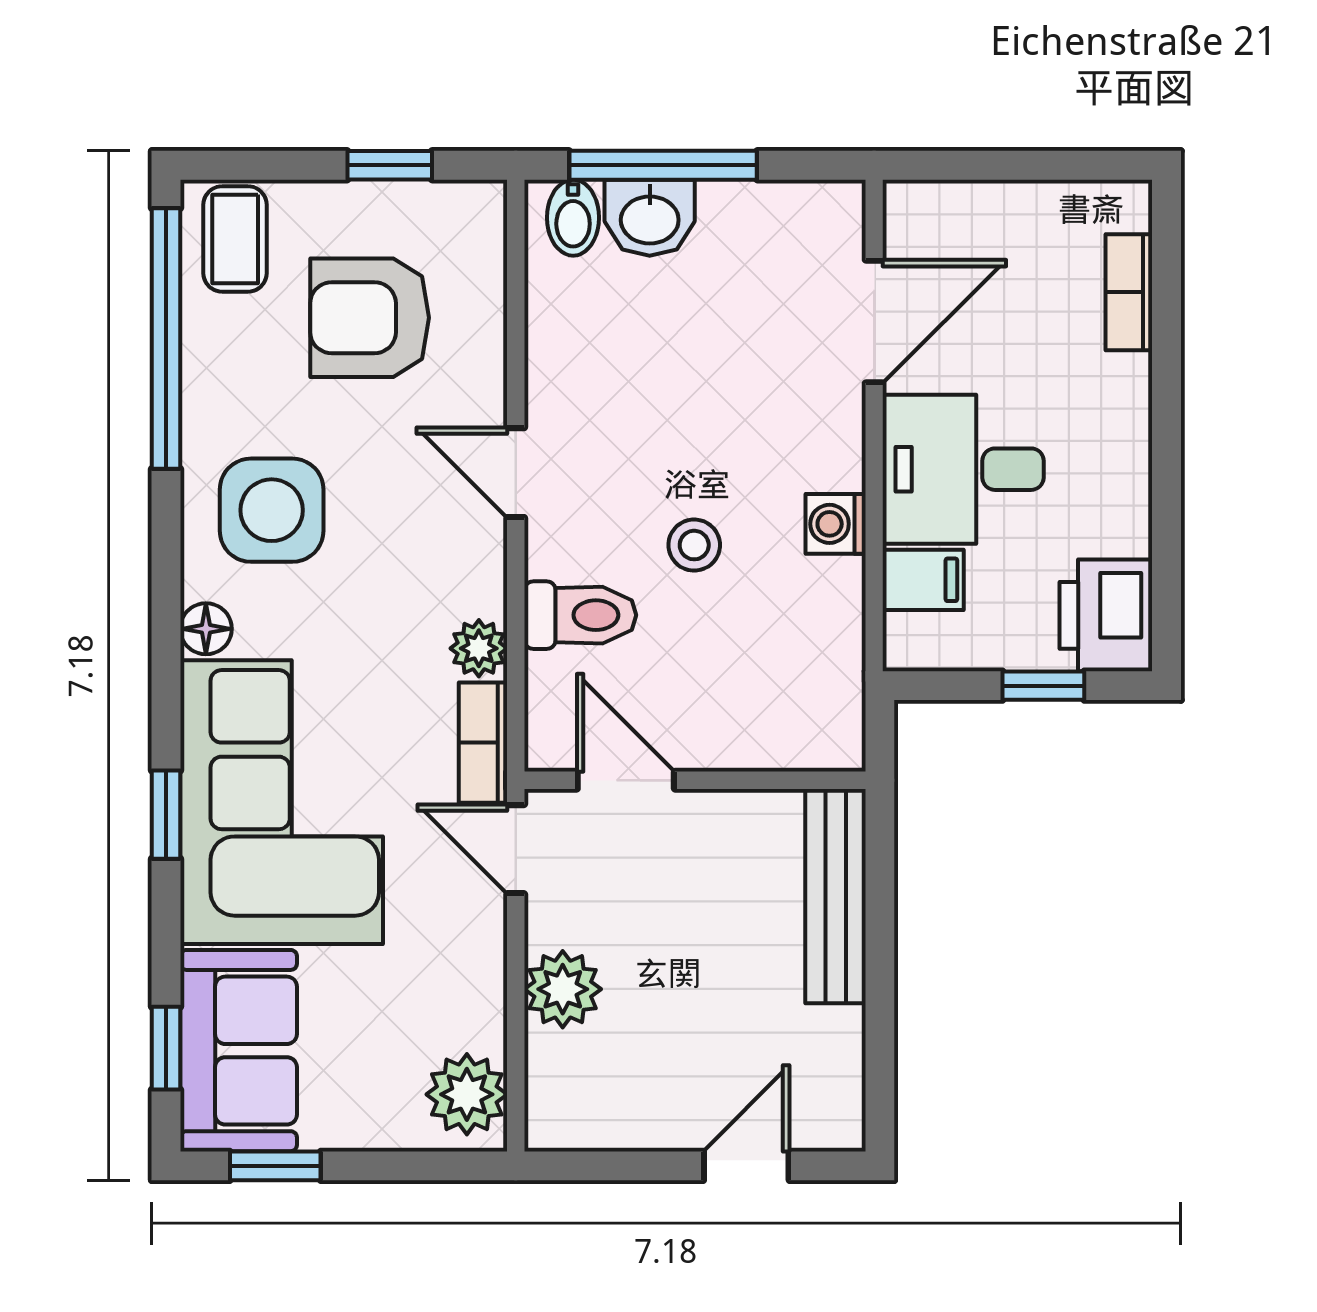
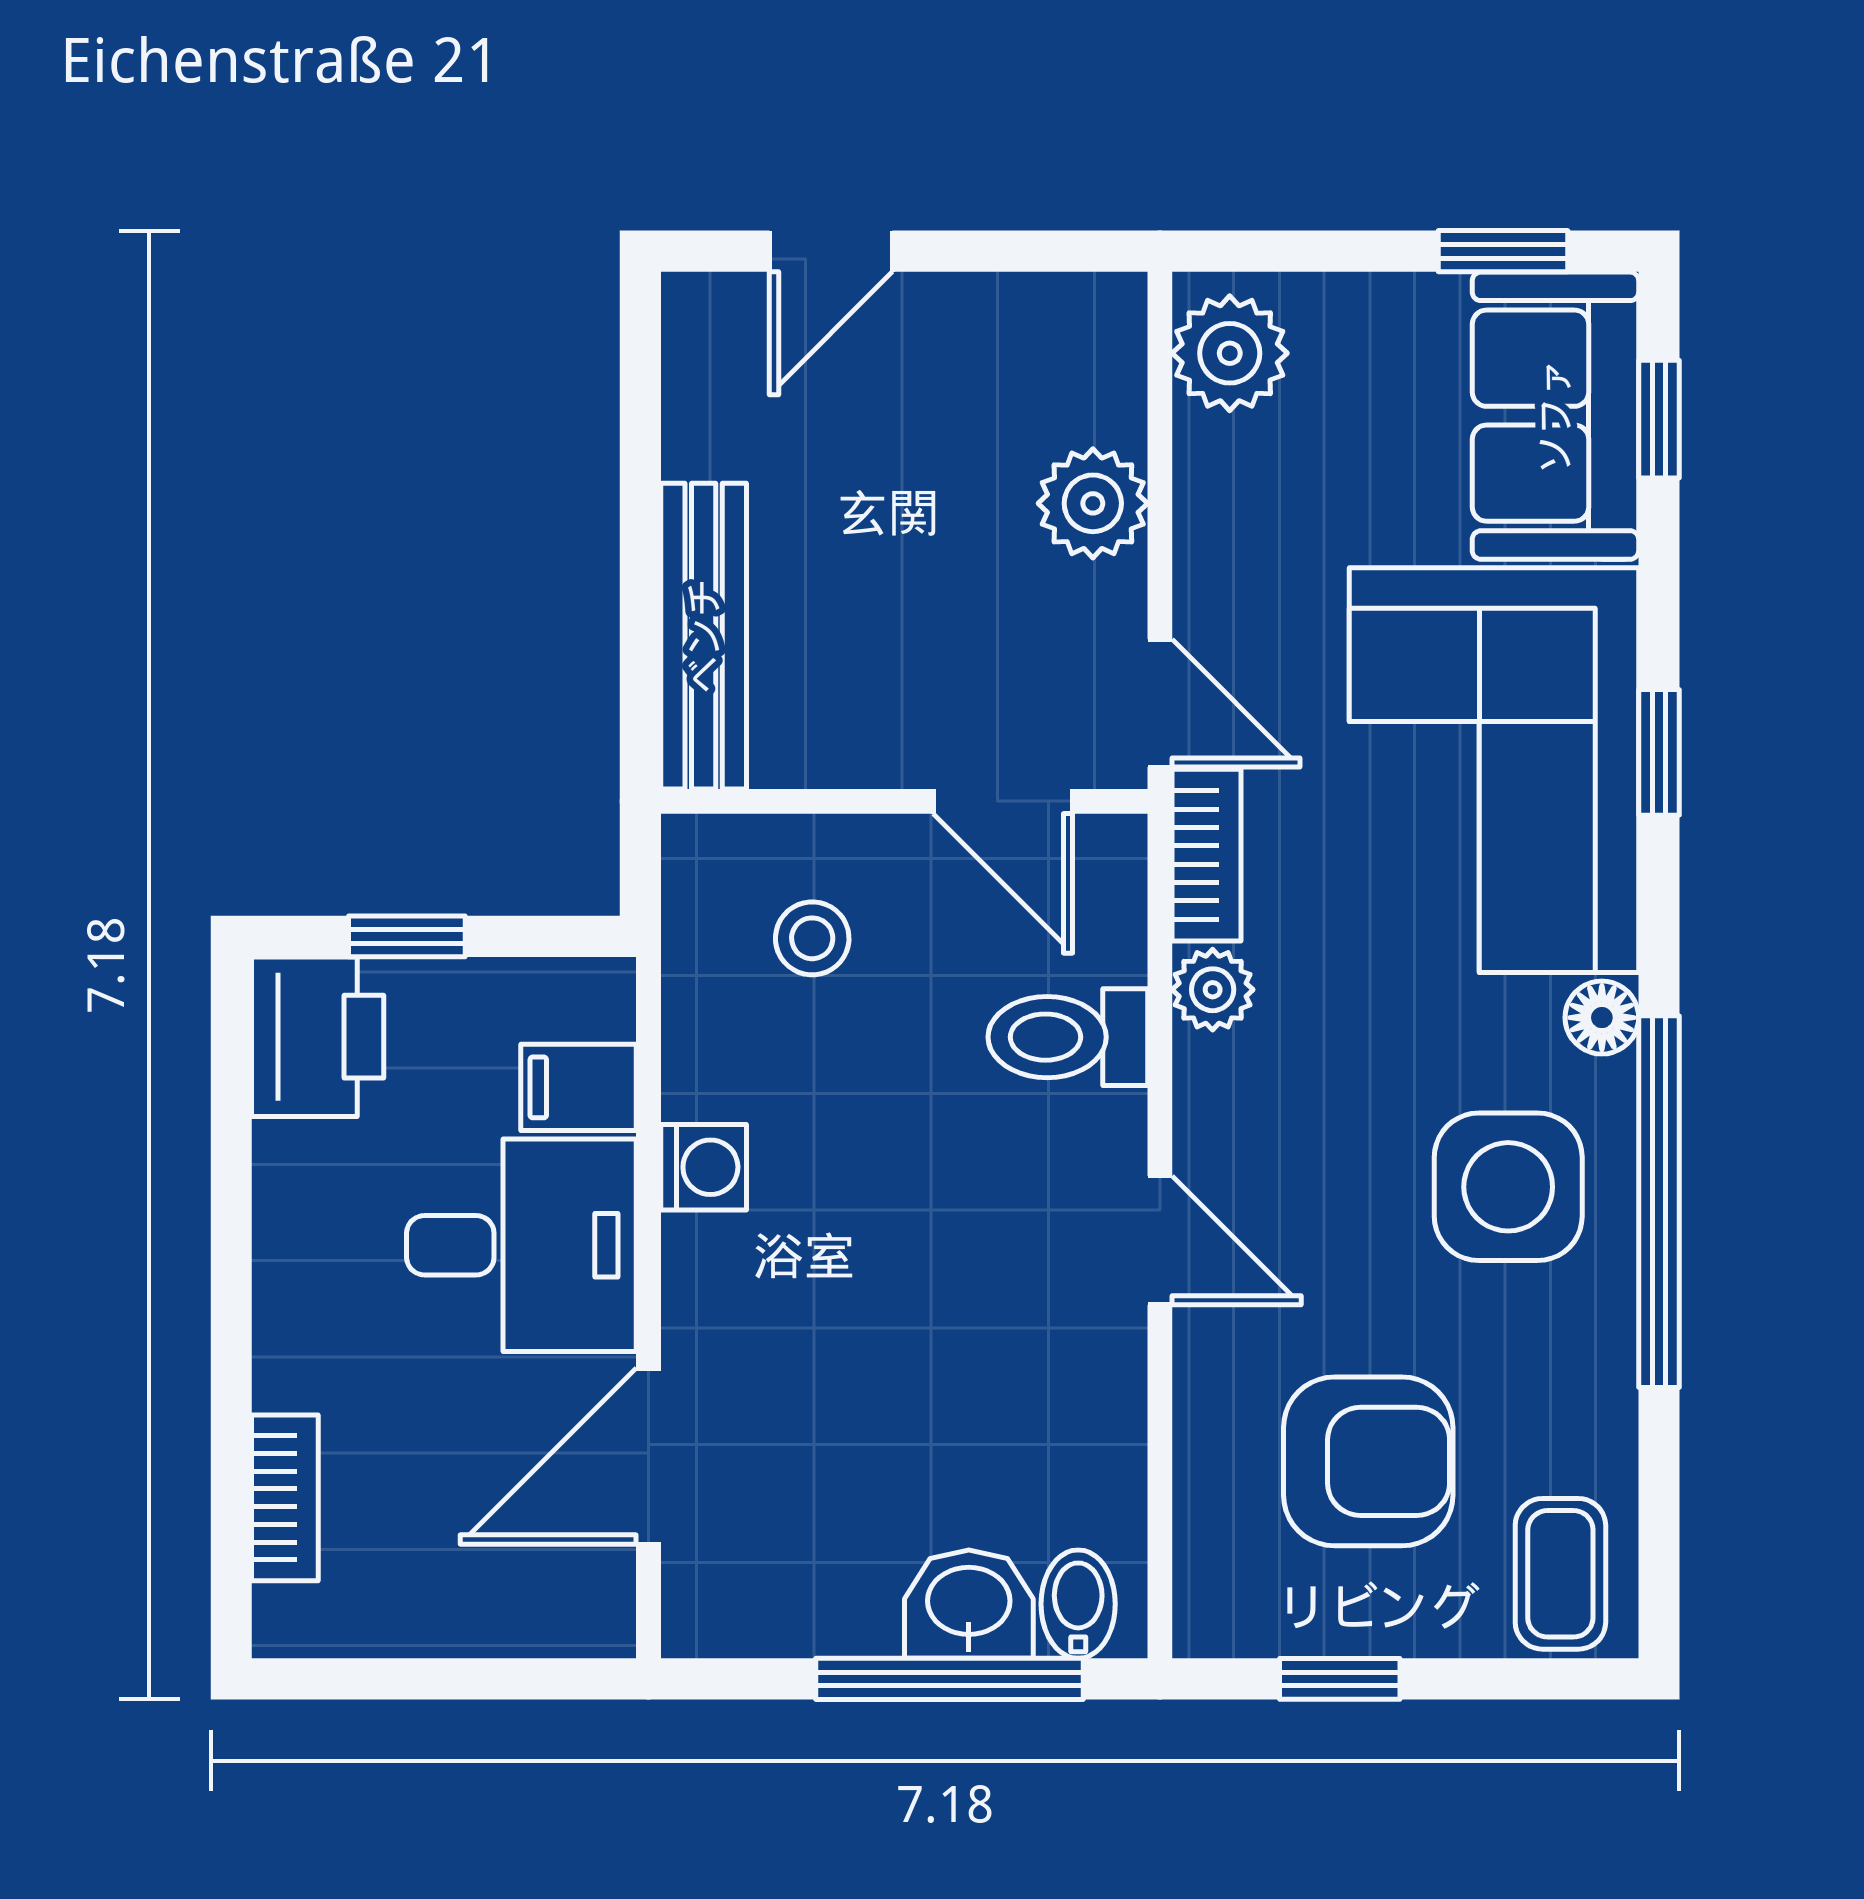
window: (166, 338) -> (1659, 1202), moved
stool: (694, 545) -> (812, 938), moved

